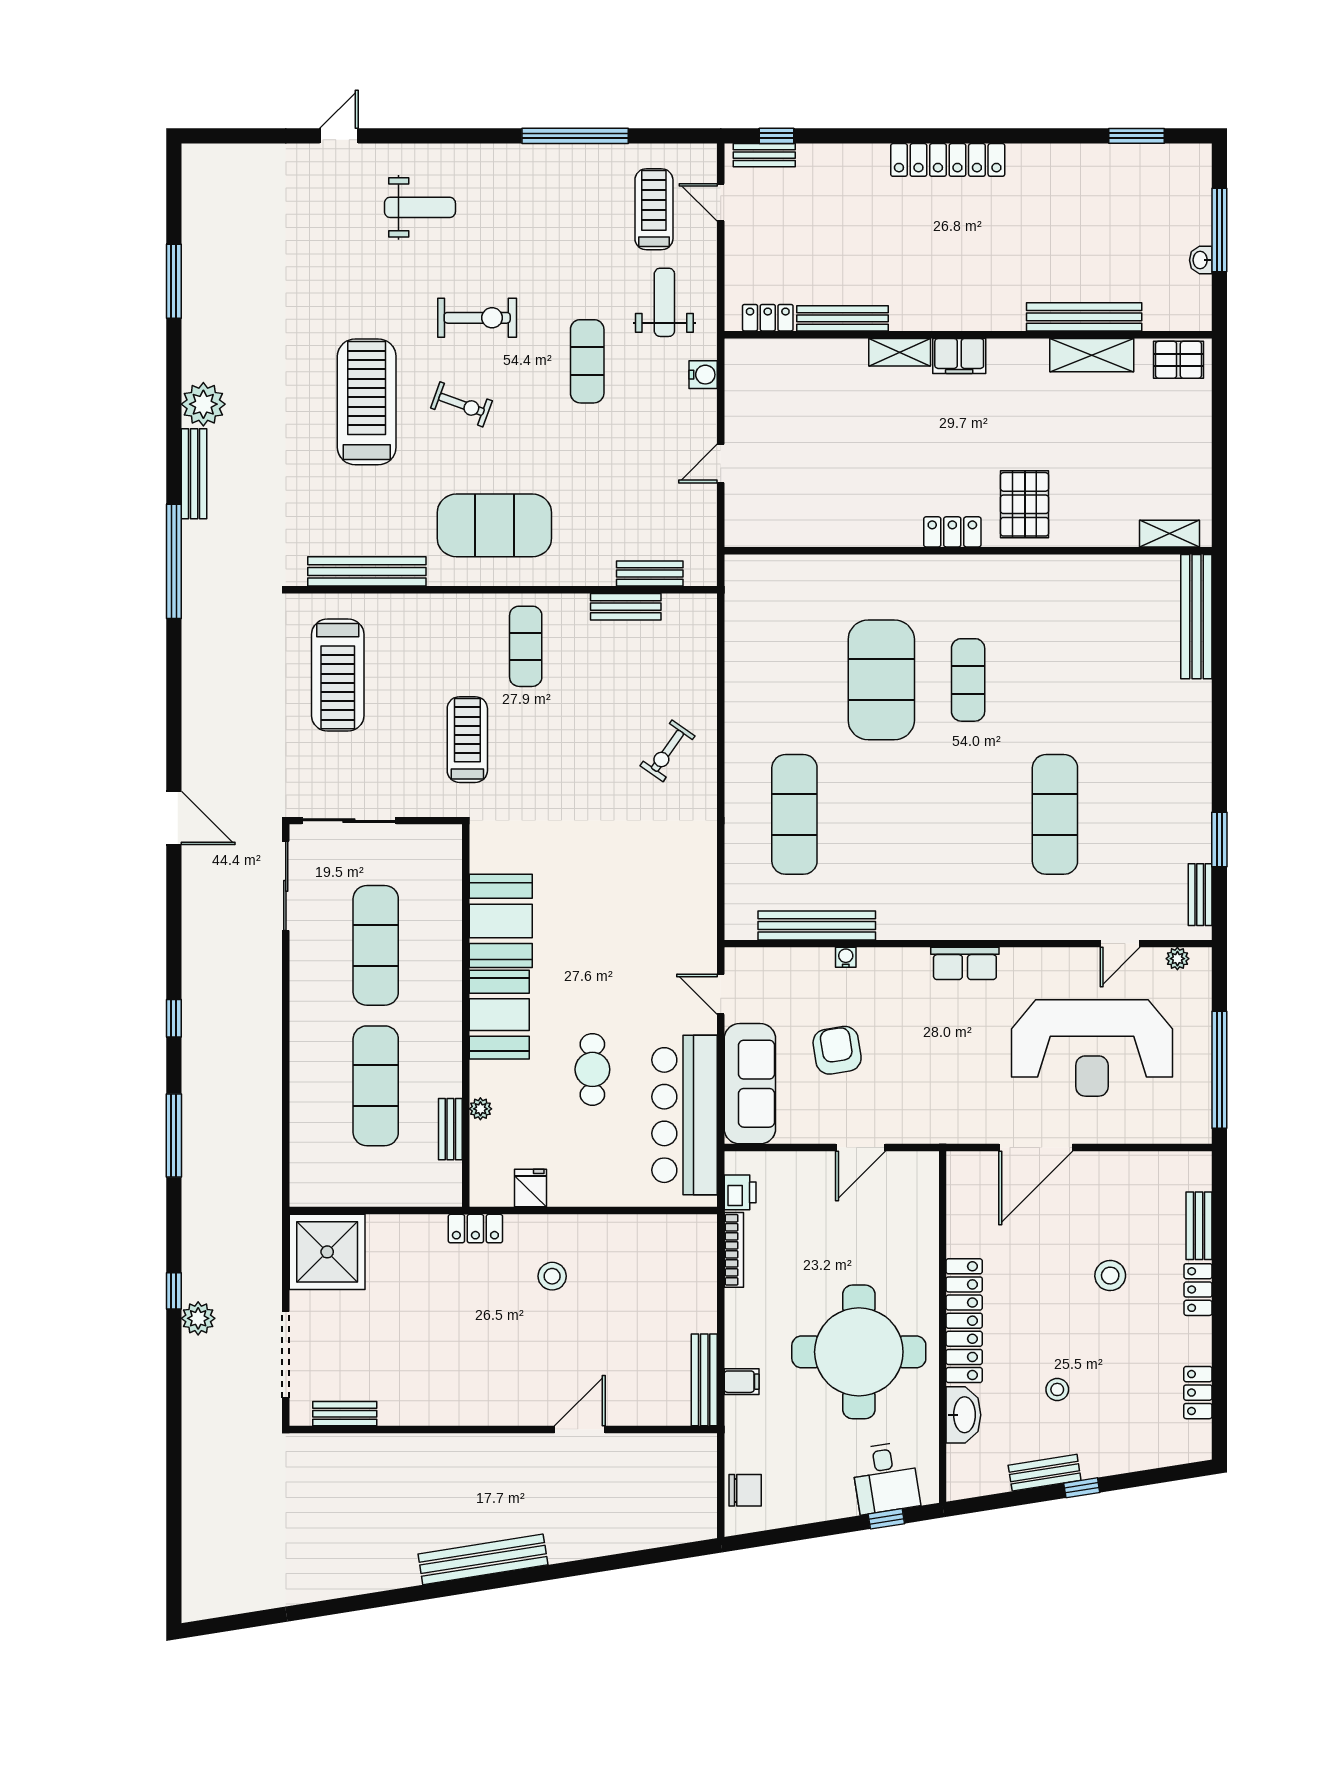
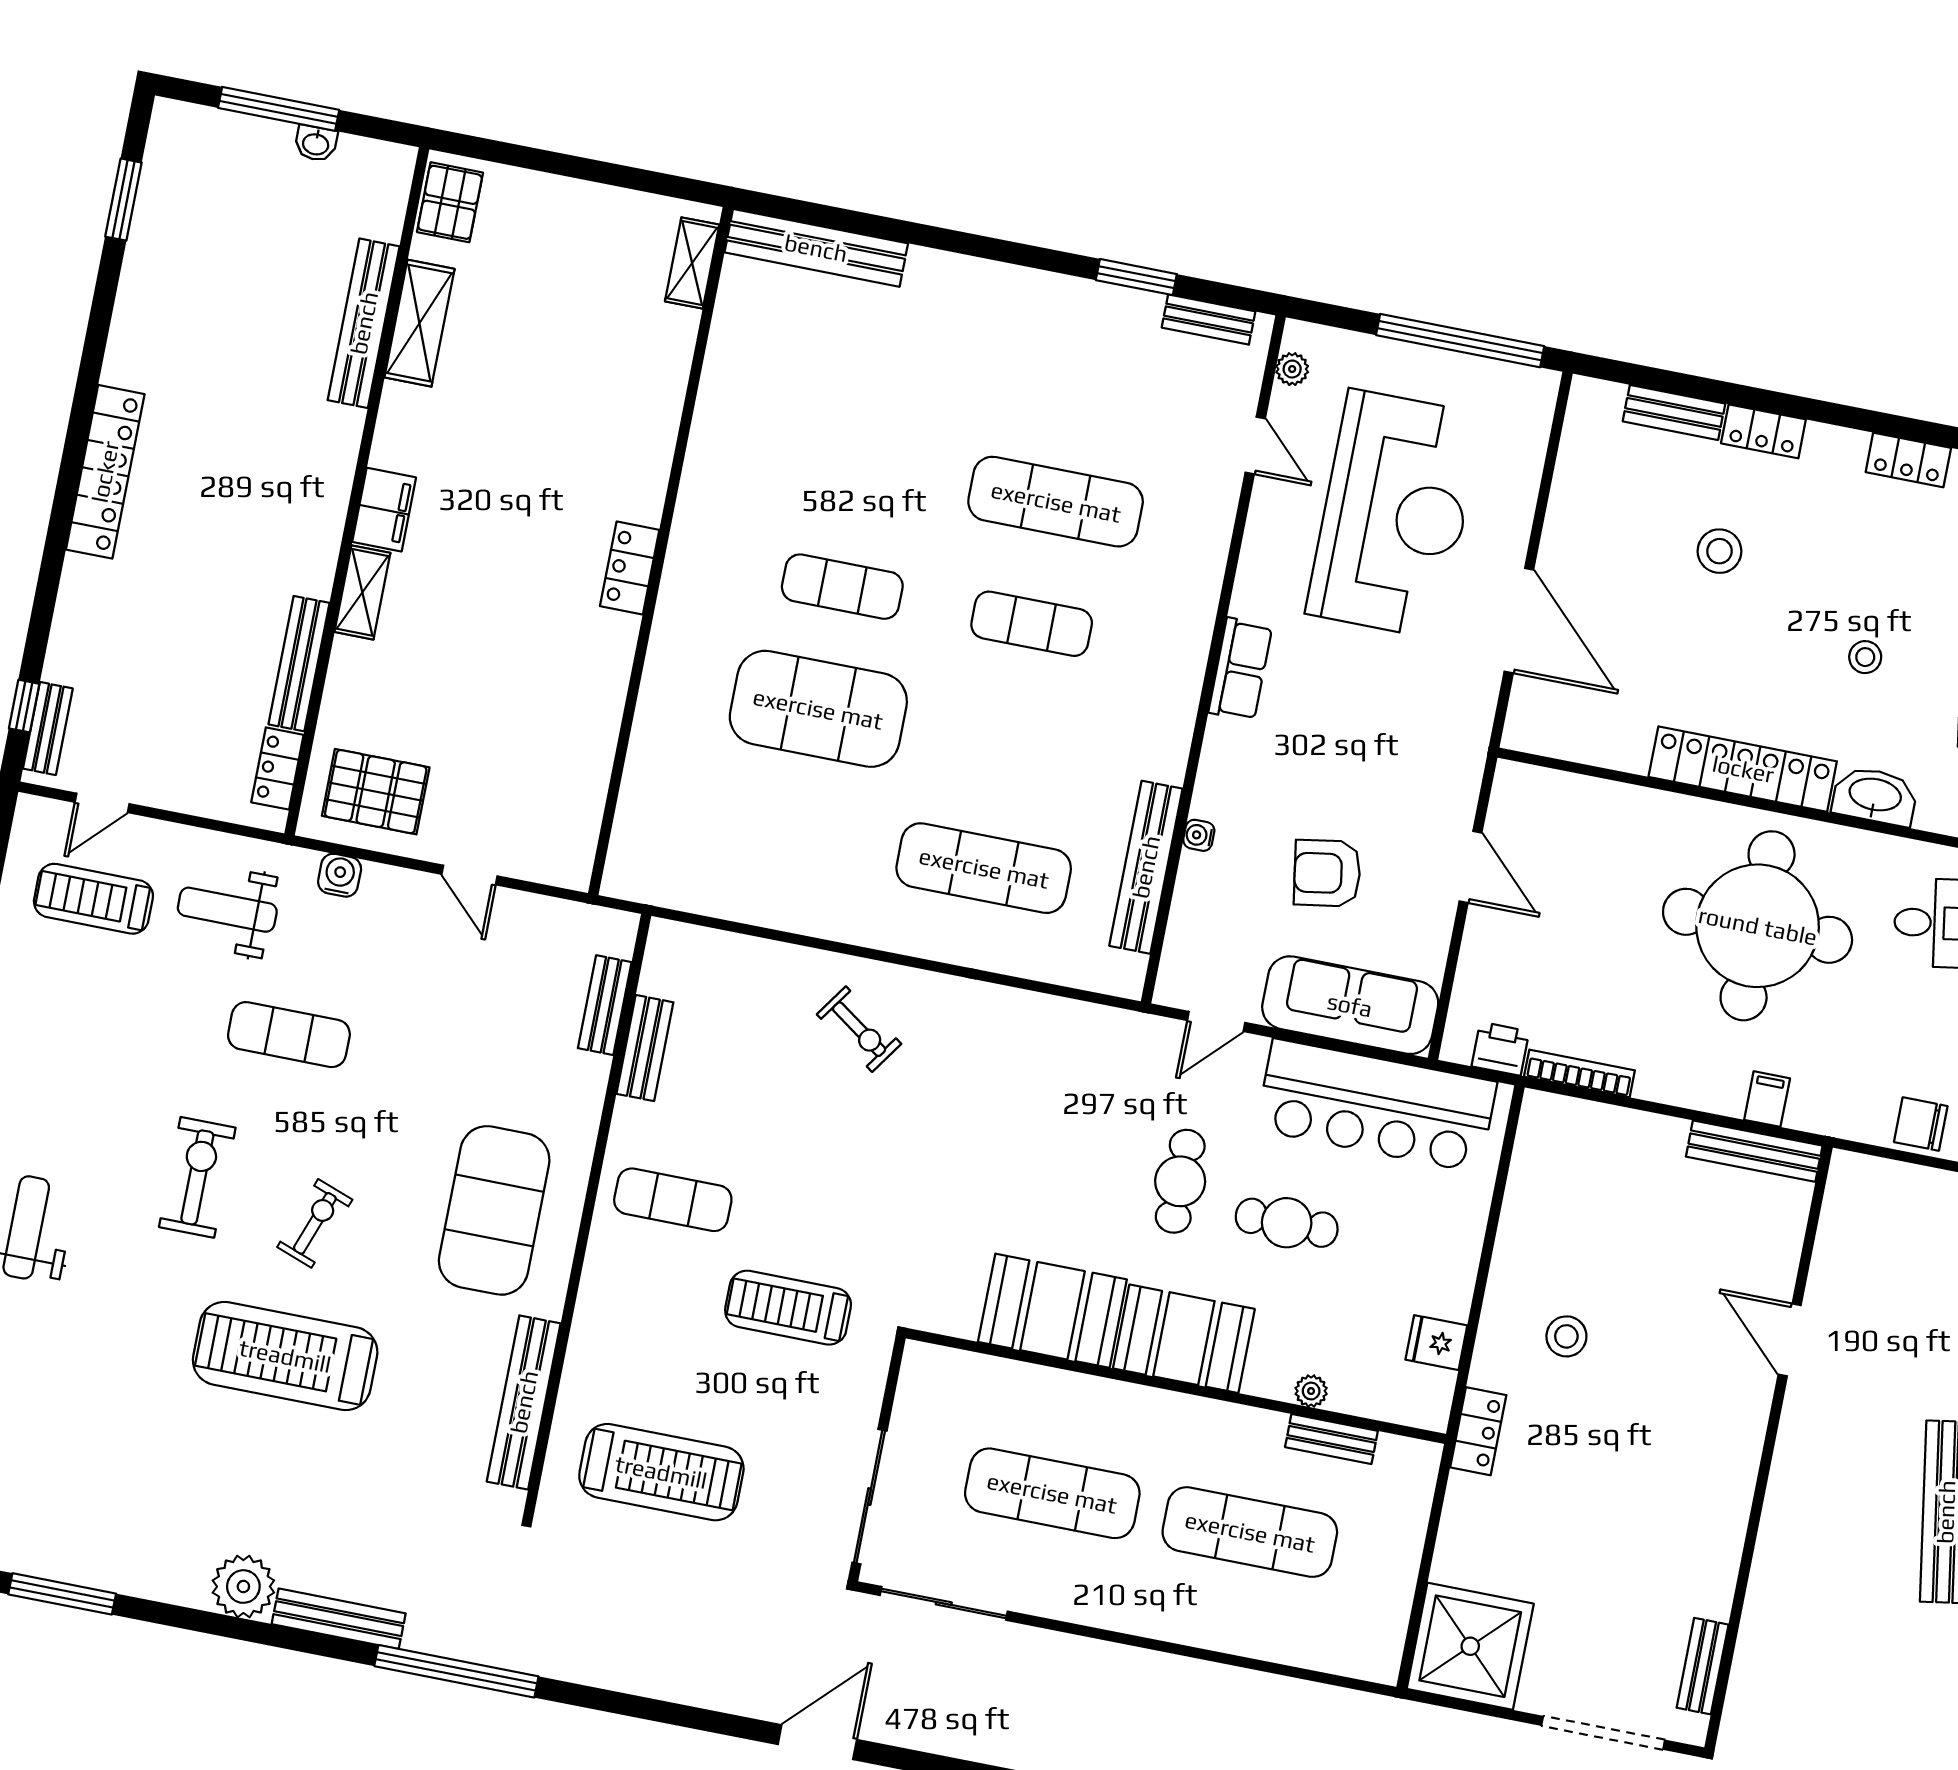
pallet: (1025, 504) -> (376, 792), moved
exercise mat: (968, 814) -> (1032, 624), added
cafe table: (606, 991) -> (1180, 1181), added
chair: (745, 1490) -> (1921, 1124), turned -90

